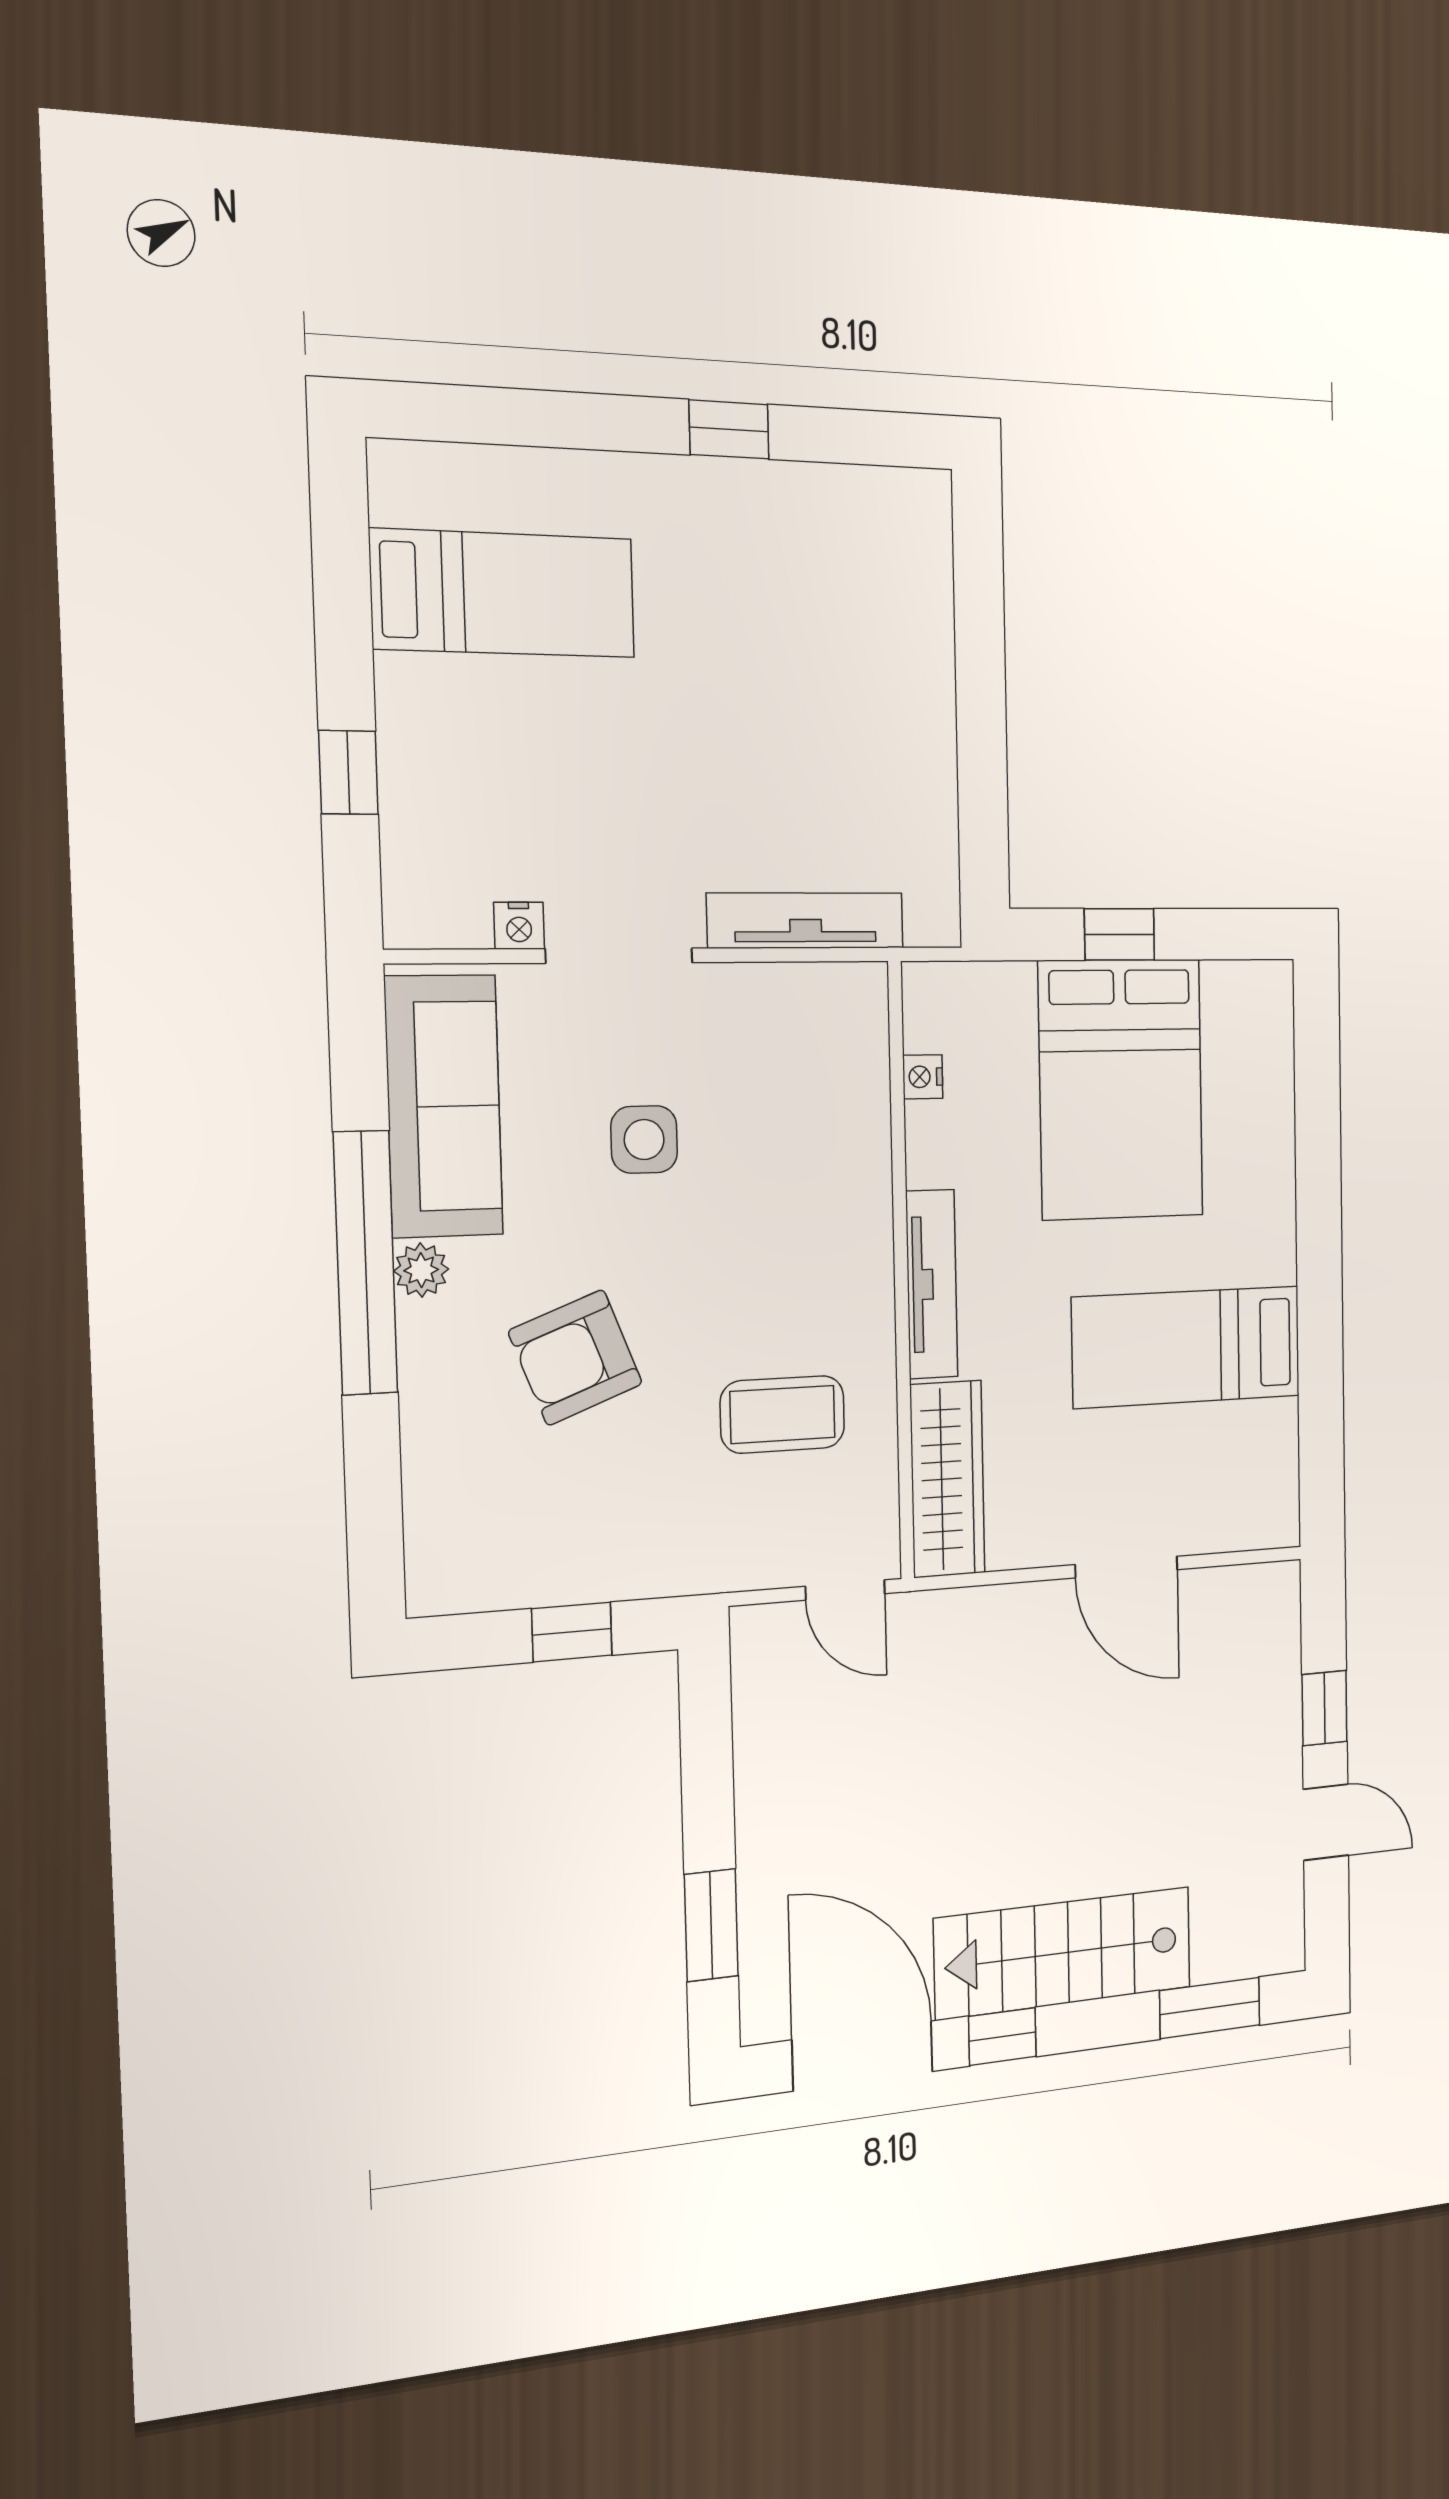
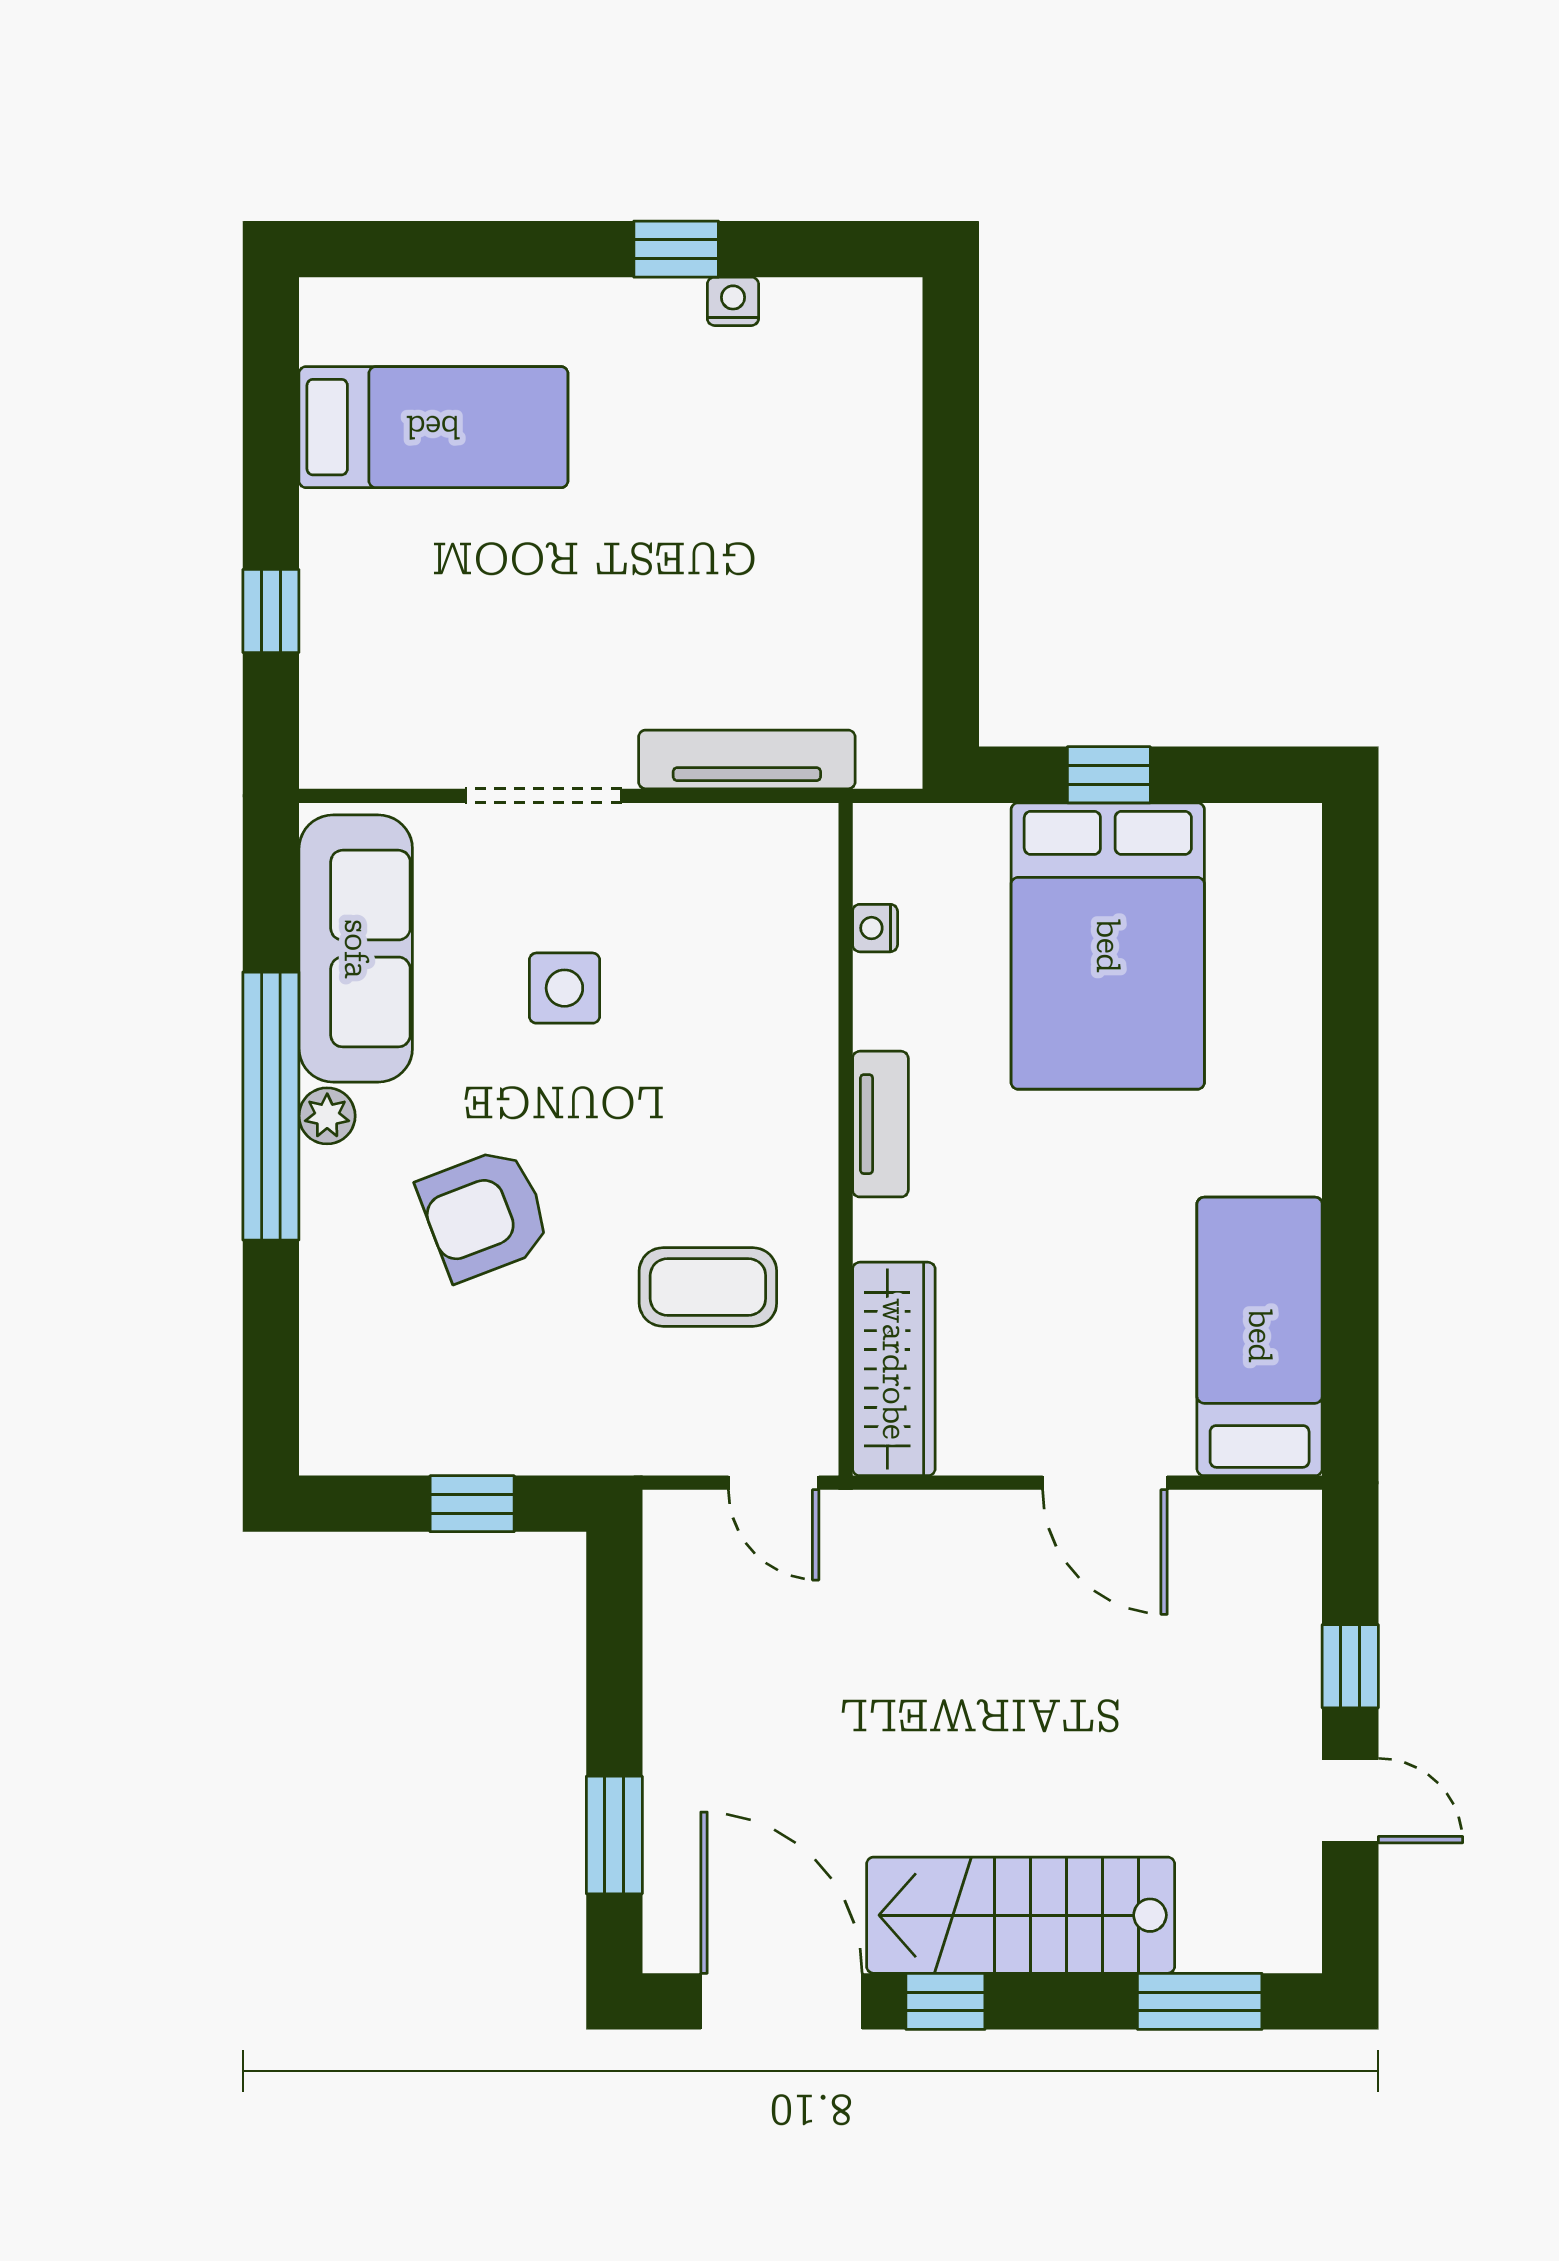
nightstand: (519, 926) -> (733, 301), moved, turned 180
tv unit: (932, 1284) -> (880, 1124), width x0.71
bed: (1187, 1347) -> (1260, 1336), moved, turned 90

